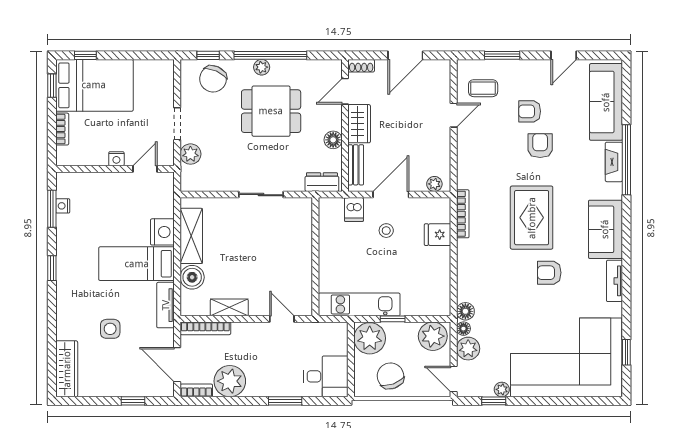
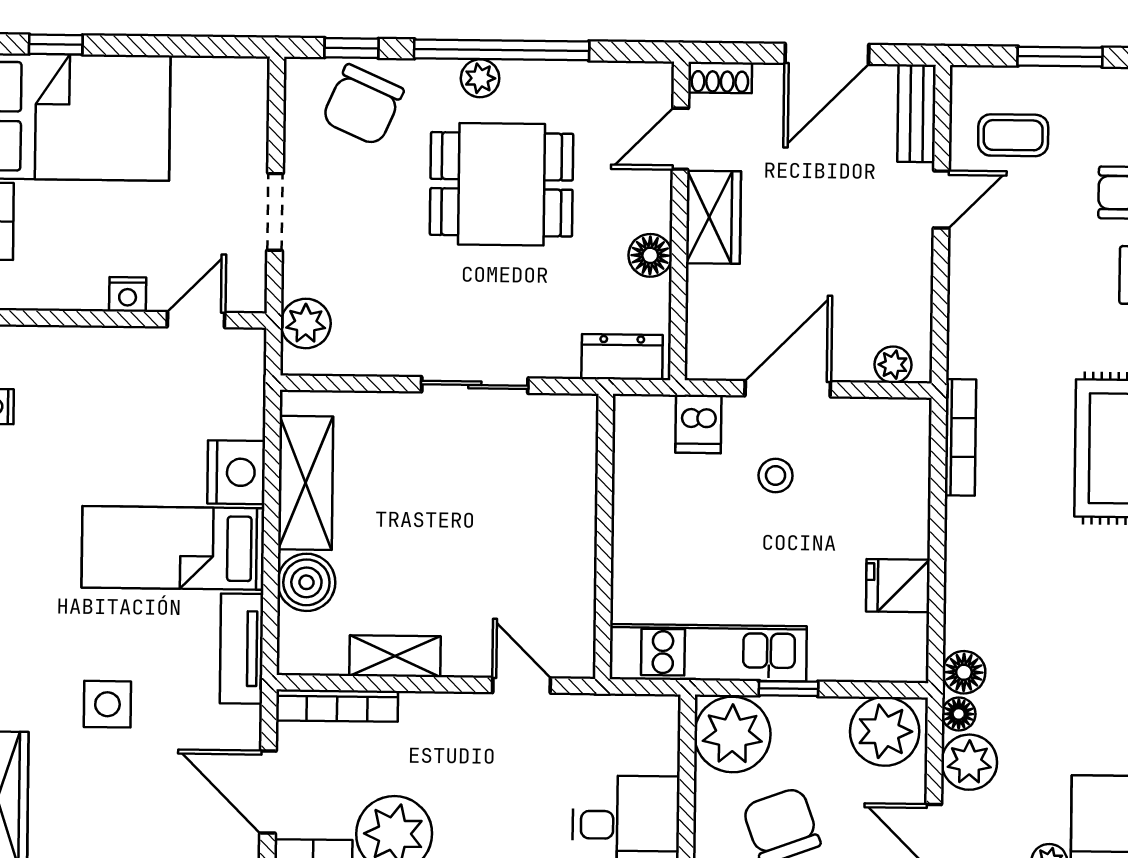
plant: (190, 154) -> (306, 323), moved
bench: (356, 165) -> (917, 113), moved
fridge: (438, 235) -> (898, 586), moved

